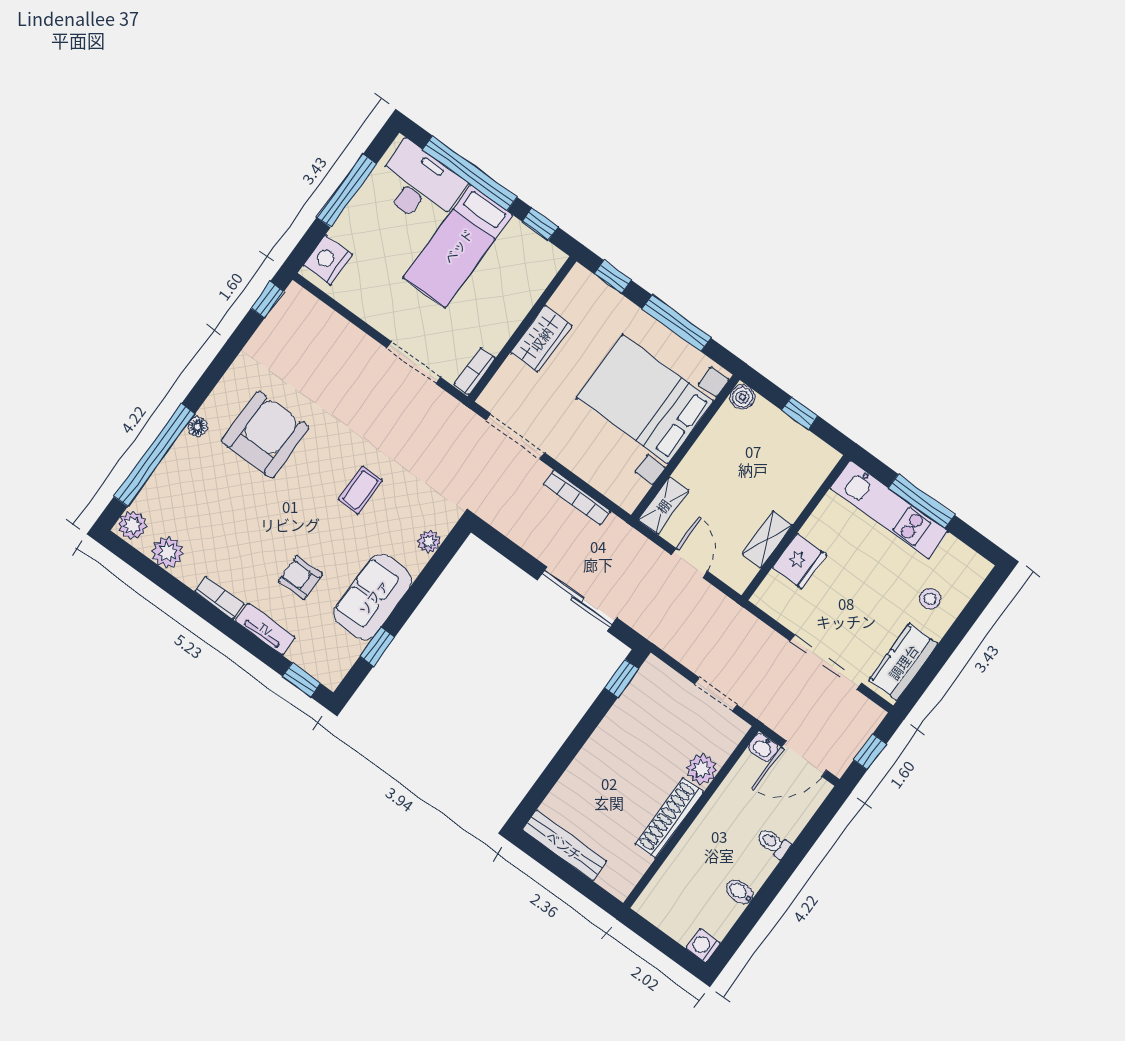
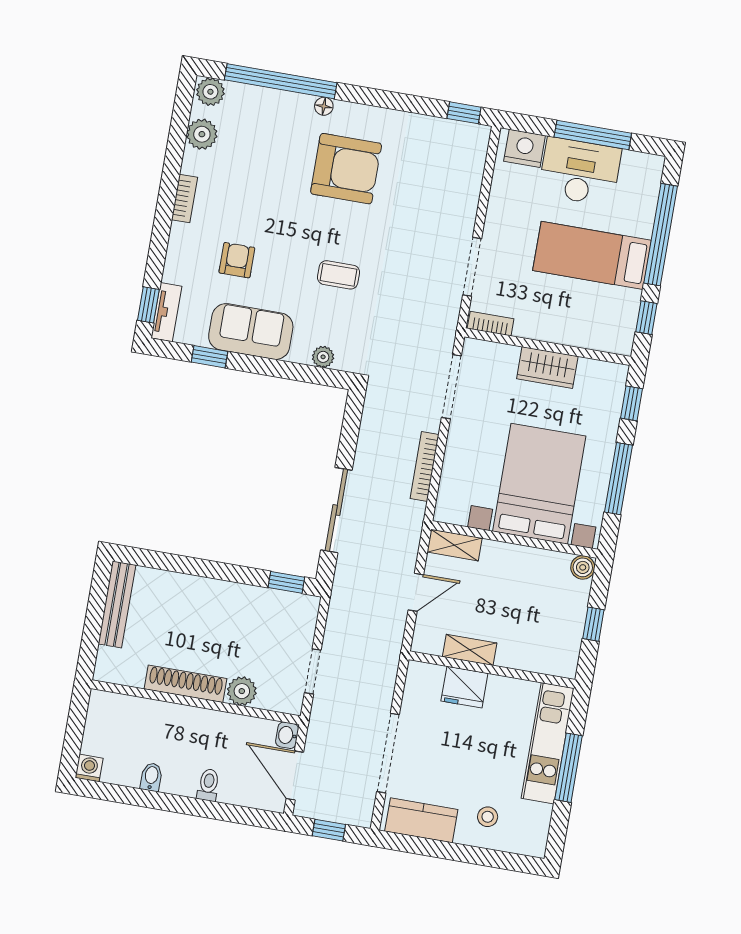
desk: (419, 185) -> (580, 171), moved, turned -90
tv unit: (265, 629) -> (166, 312), moved

